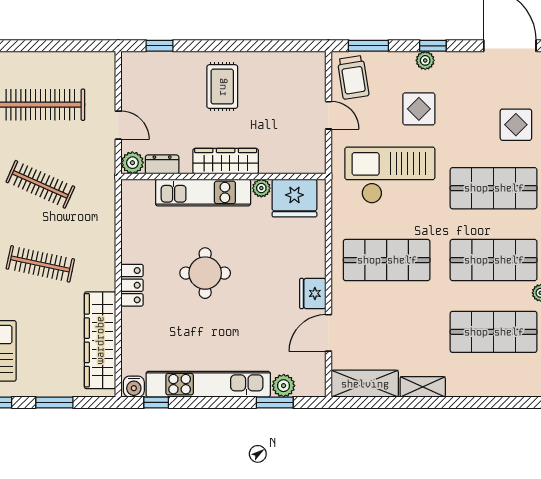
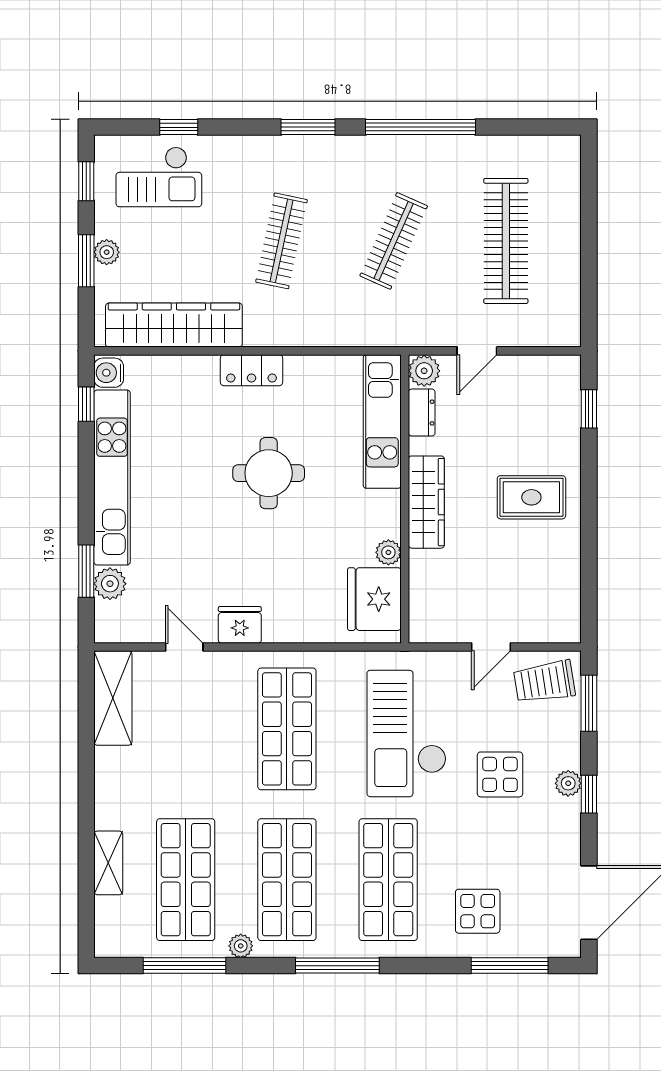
checkout: (390, 175) -> (407, 733), turned 180
kitchen unit: (203, 192) -> (382, 421), moved
door: (328, 333) -> (184, 647), width x0.73
shelving: (423, 387) -> (108, 863), moved
plant: (48, 388) -> (107, 252), added

